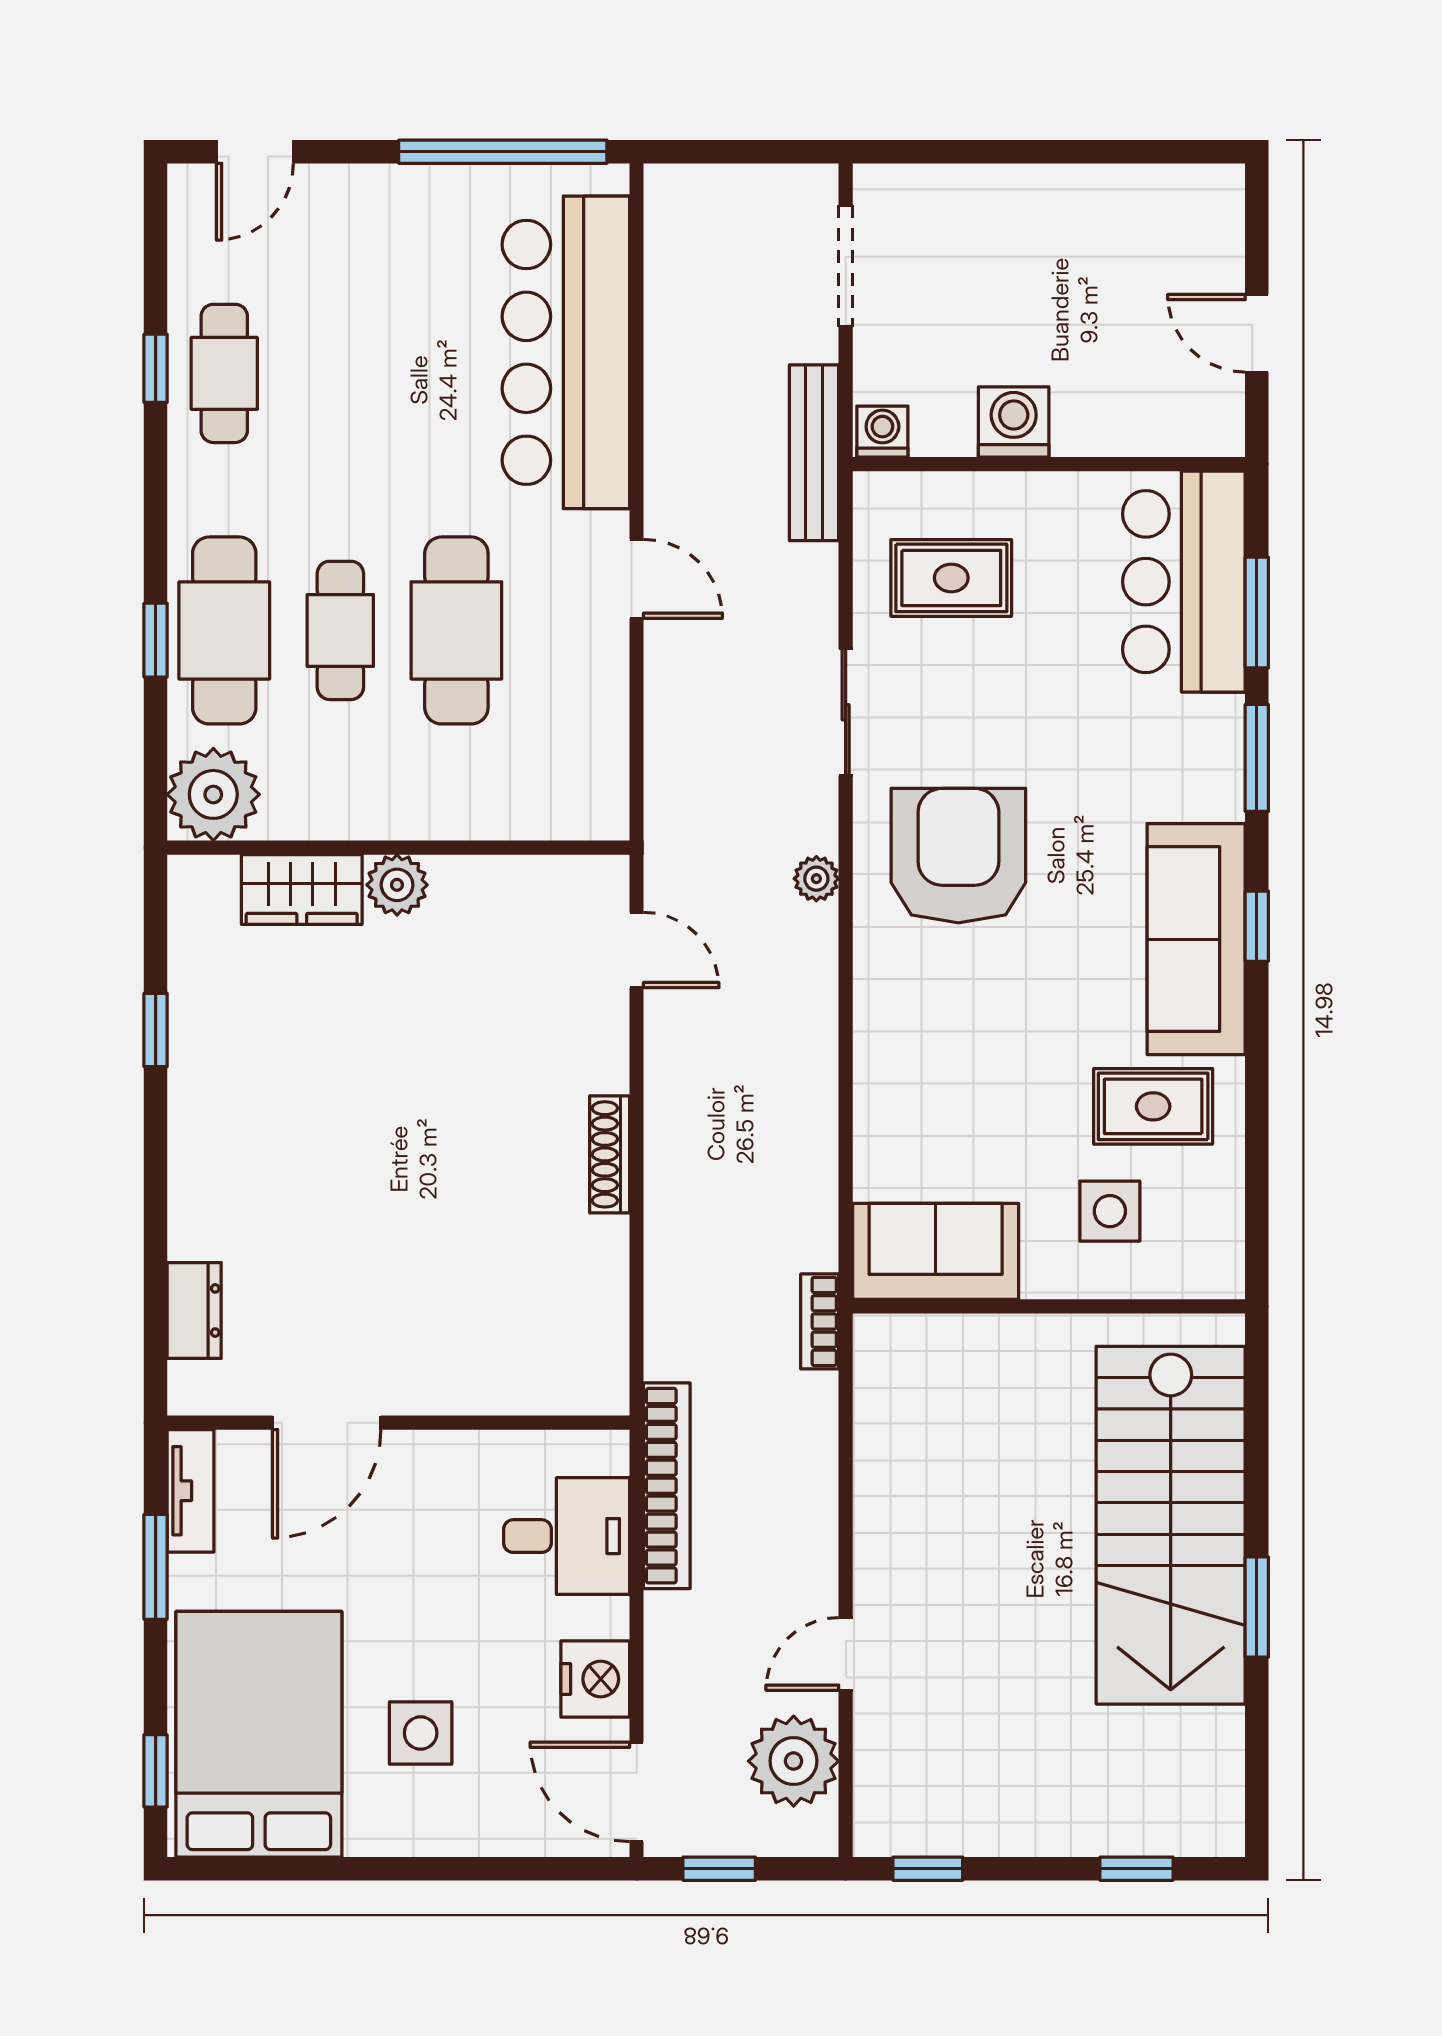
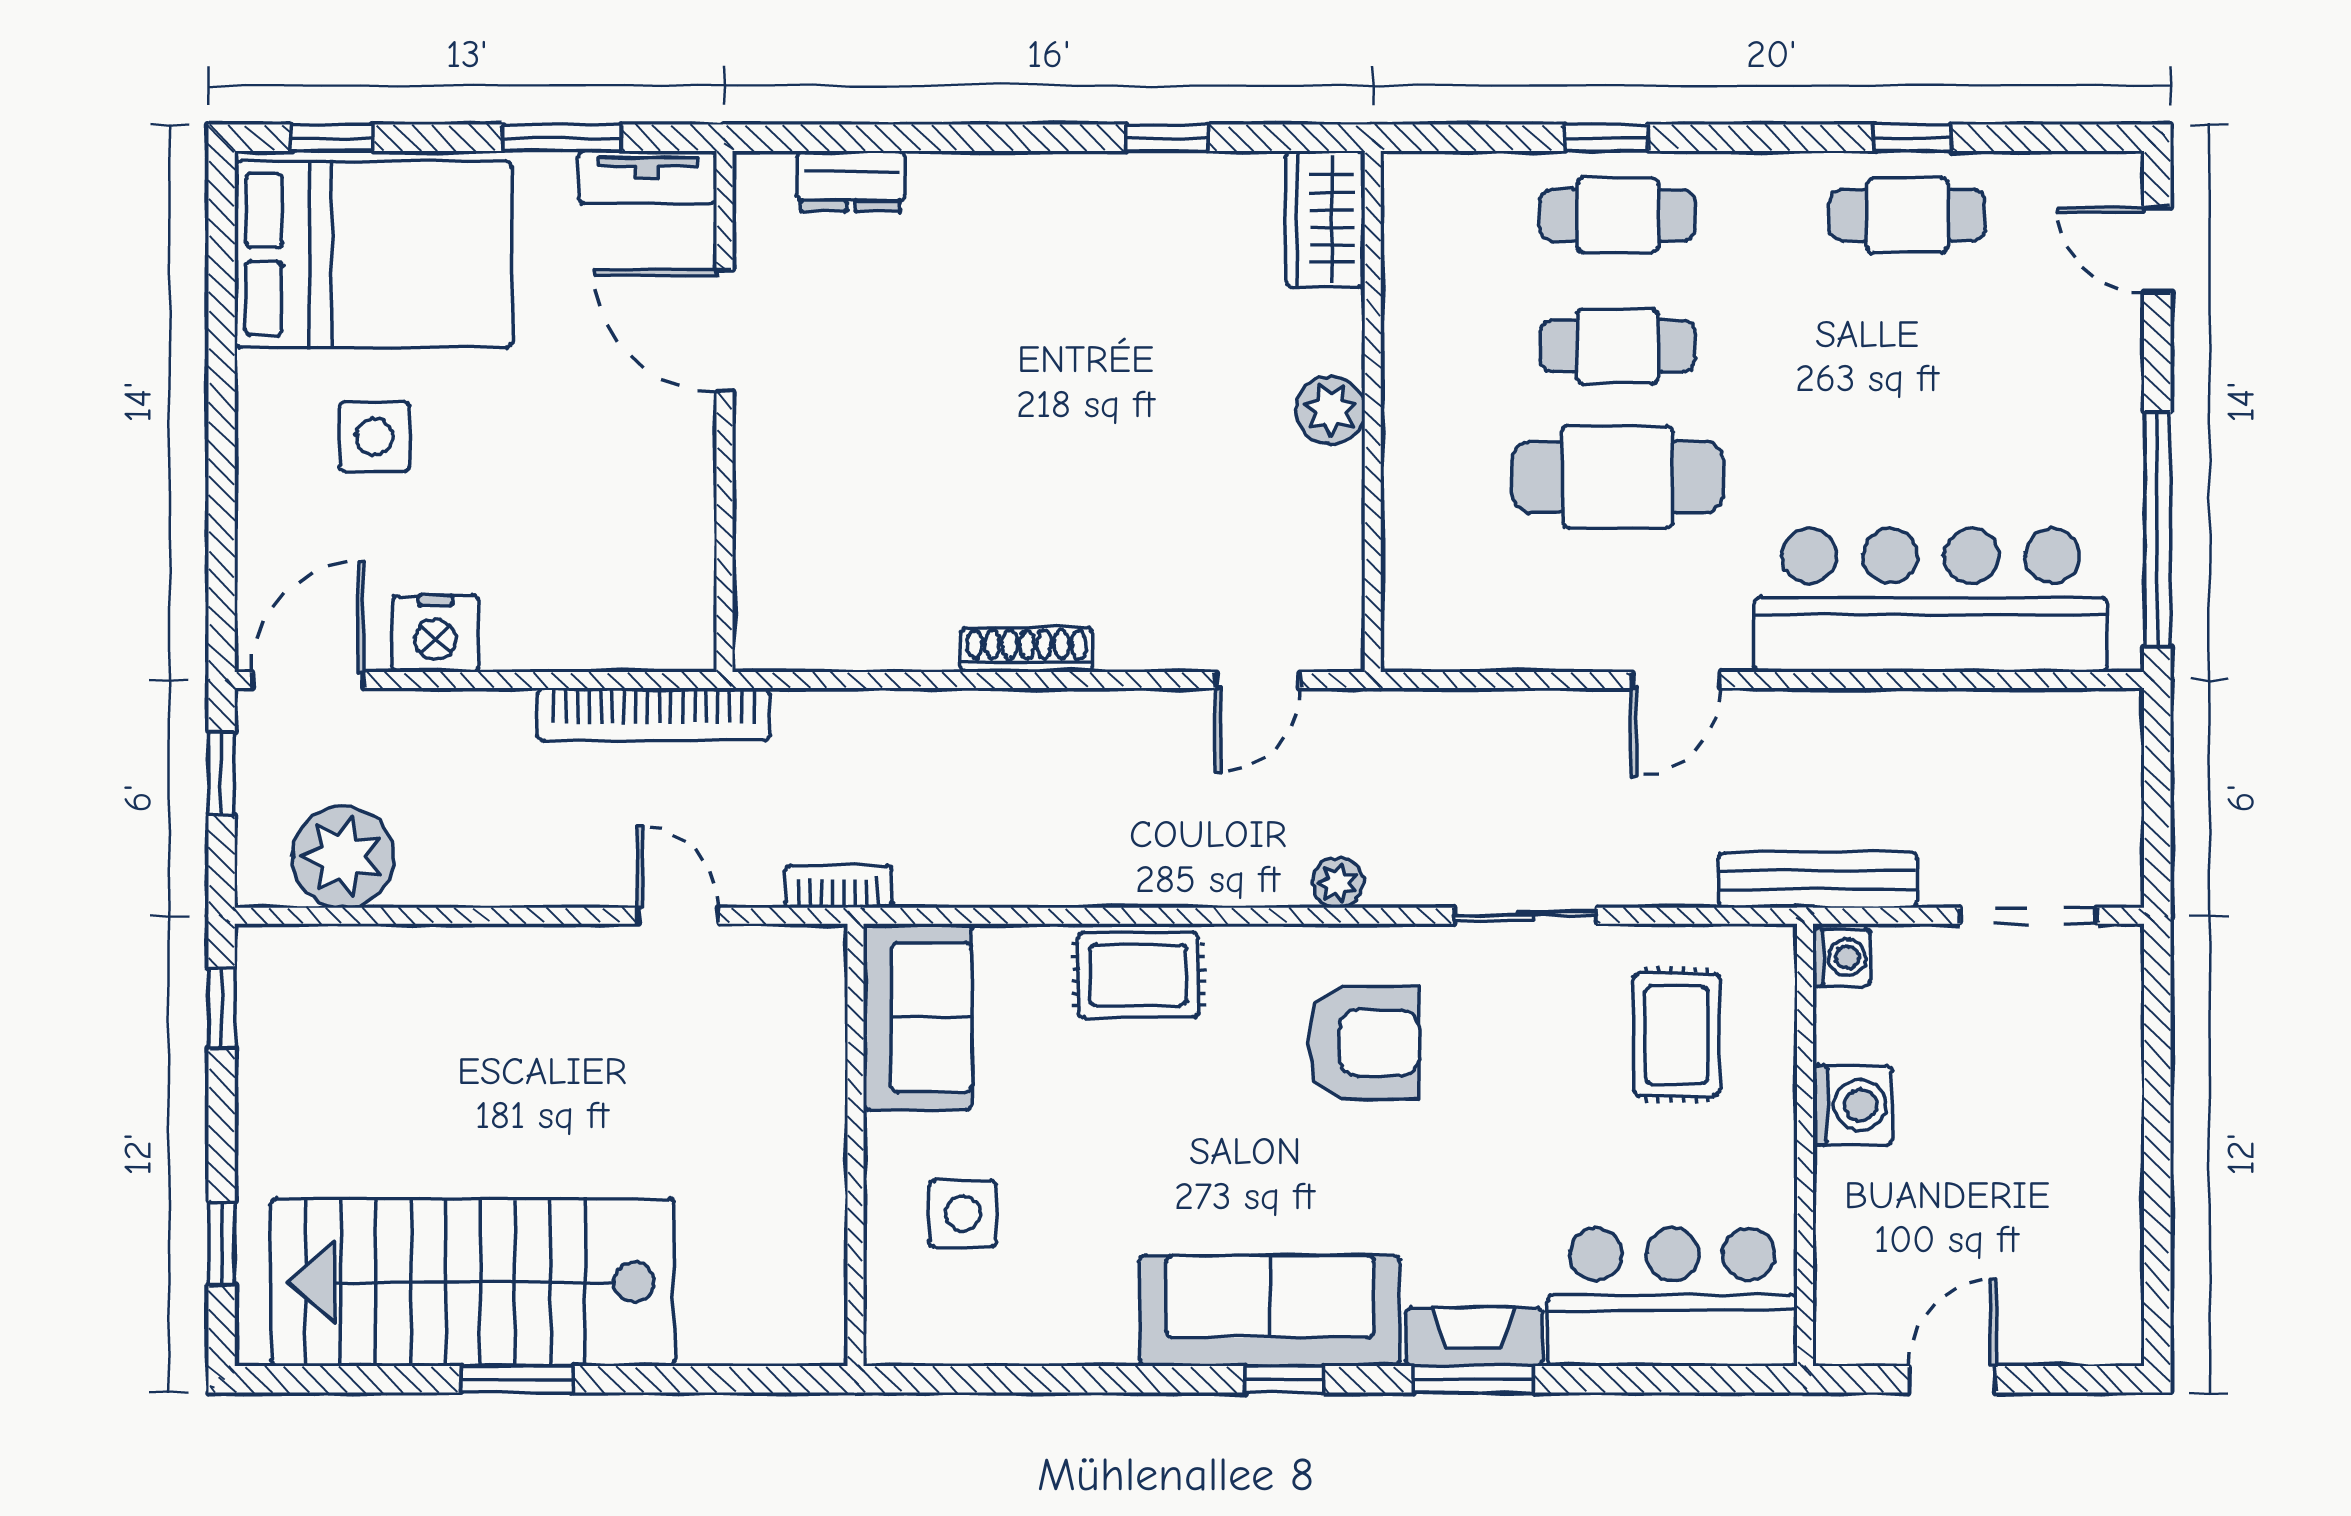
window: (1257, 613) -> (1638, 1379), removed
cafe table: (224, 630) -> (1617, 215), width x0.73, depth x0.74
fireplace: (1219, 758) -> (1474, 1337), added
plant: (213, 794) -> (1433, 203), removed
armchair: (958, 856) -> (1364, 1043), width x0.73, depth x0.73
wardrobe: (302, 889) -> (1325, 219), moved
rug: (1153, 1106) -> (1138, 975), moved, turned 90
stairs: (1171, 1525) -> (472, 1282), moved
desk: (567, 1536) -> (597, 601), removed
door: (846, 1654) -> (678, 916), moved

